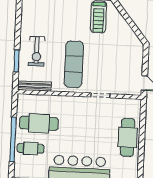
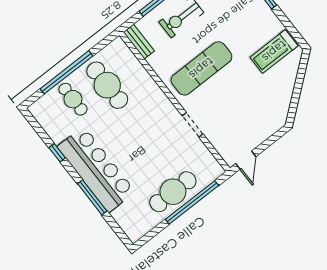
bench: (34, 86) -> (139, 42), width x0.73
window: (142, 132) -> (192, 202), added

